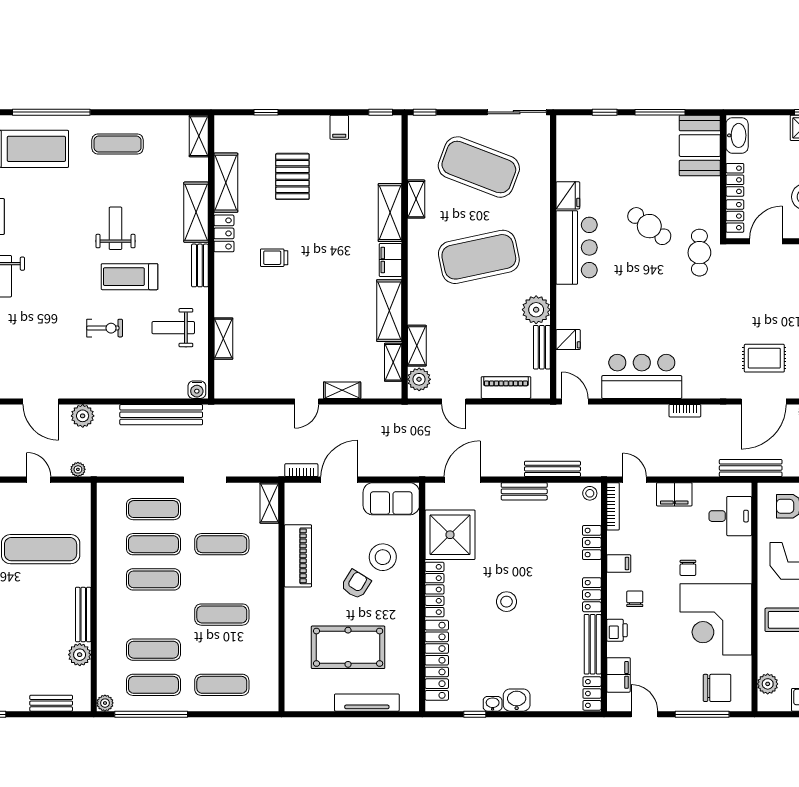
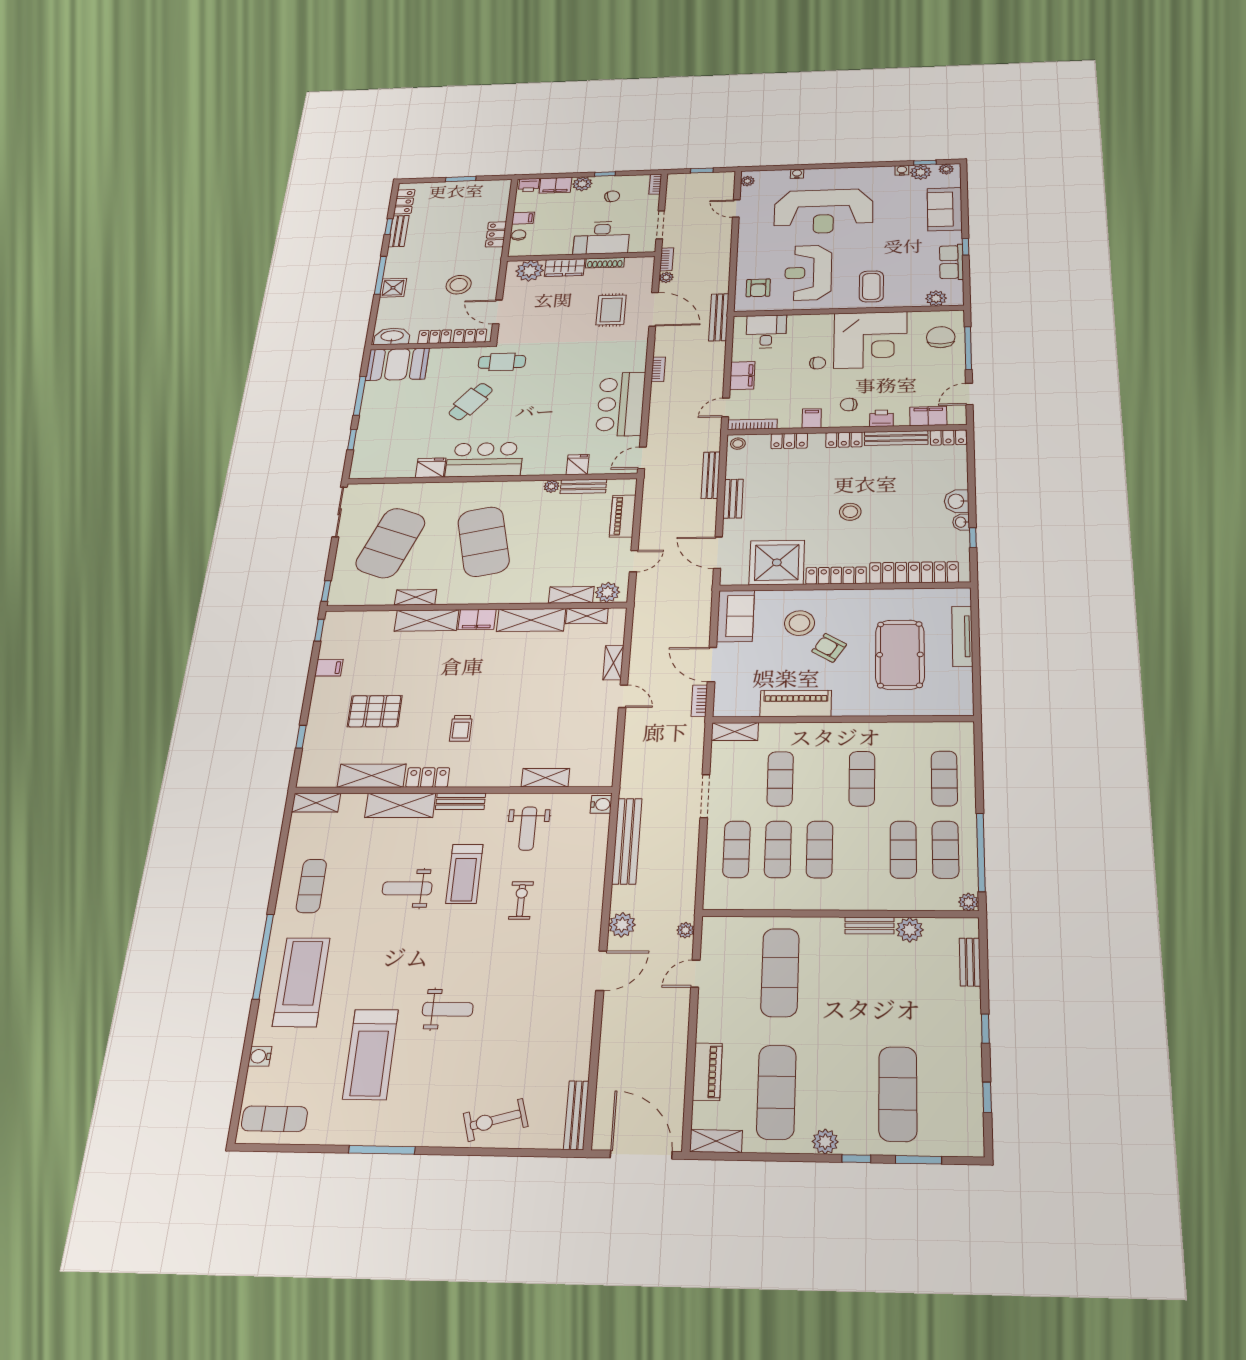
plant: (536, 310) -> (551, 486), width x0.53, depth x0.53
bench: (83, 614) -> (869, 925), width x0.73

